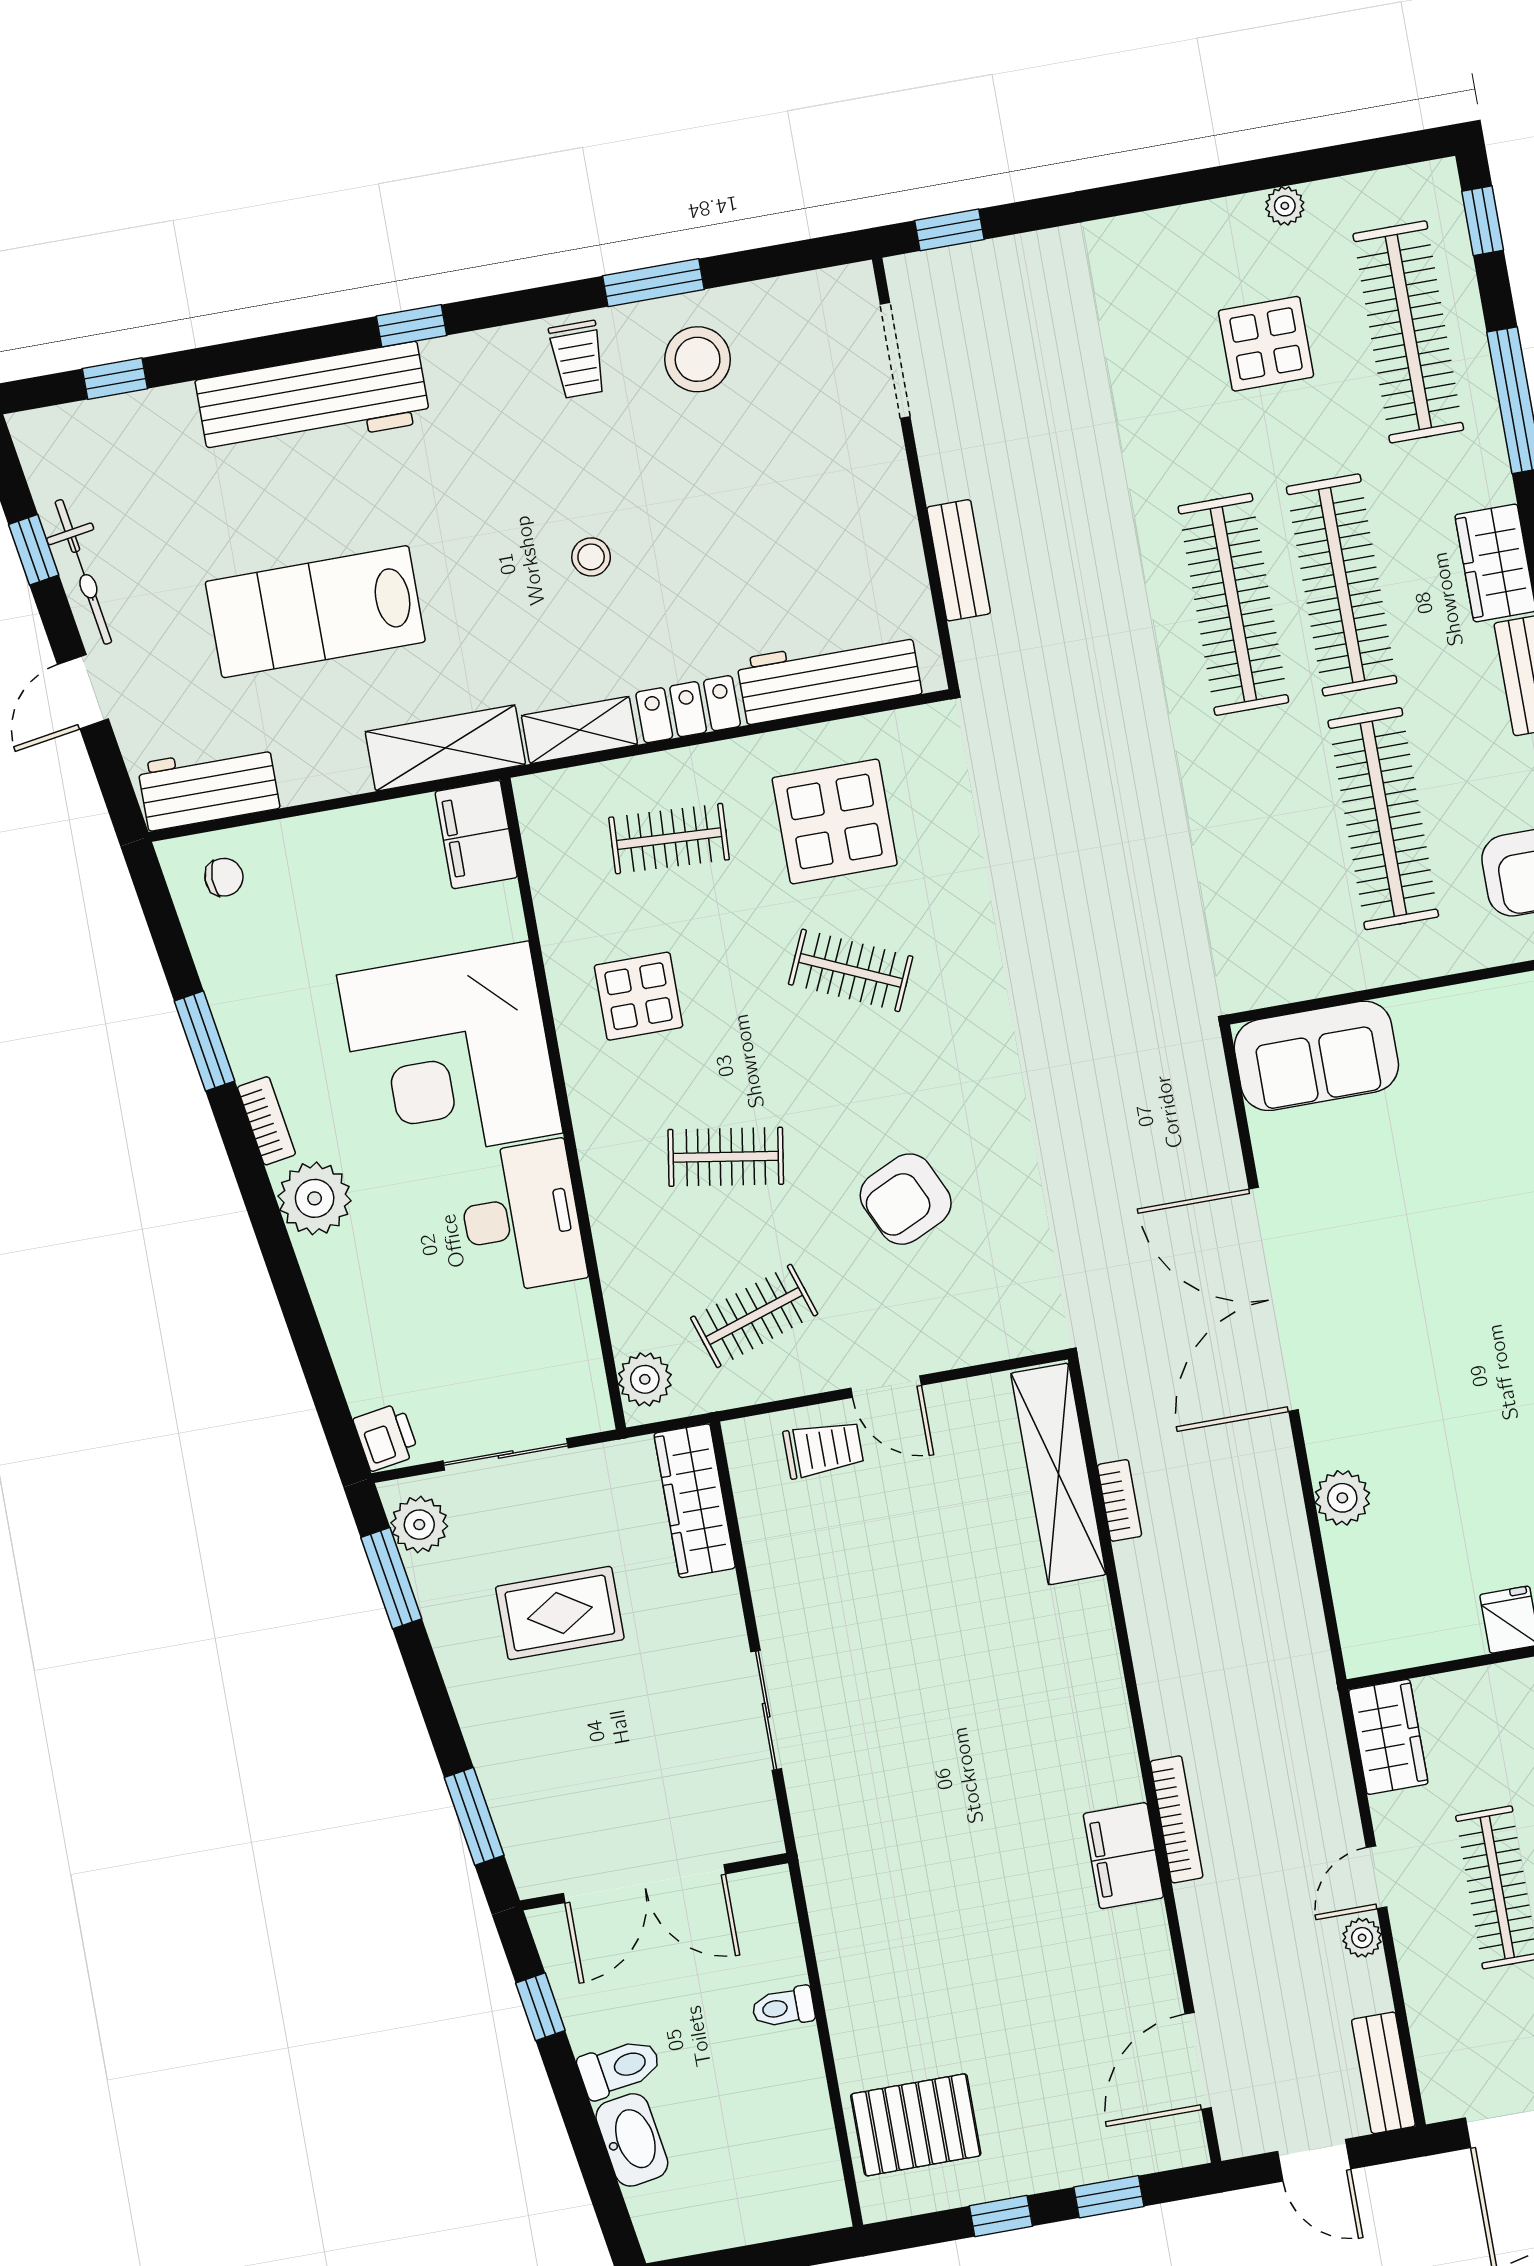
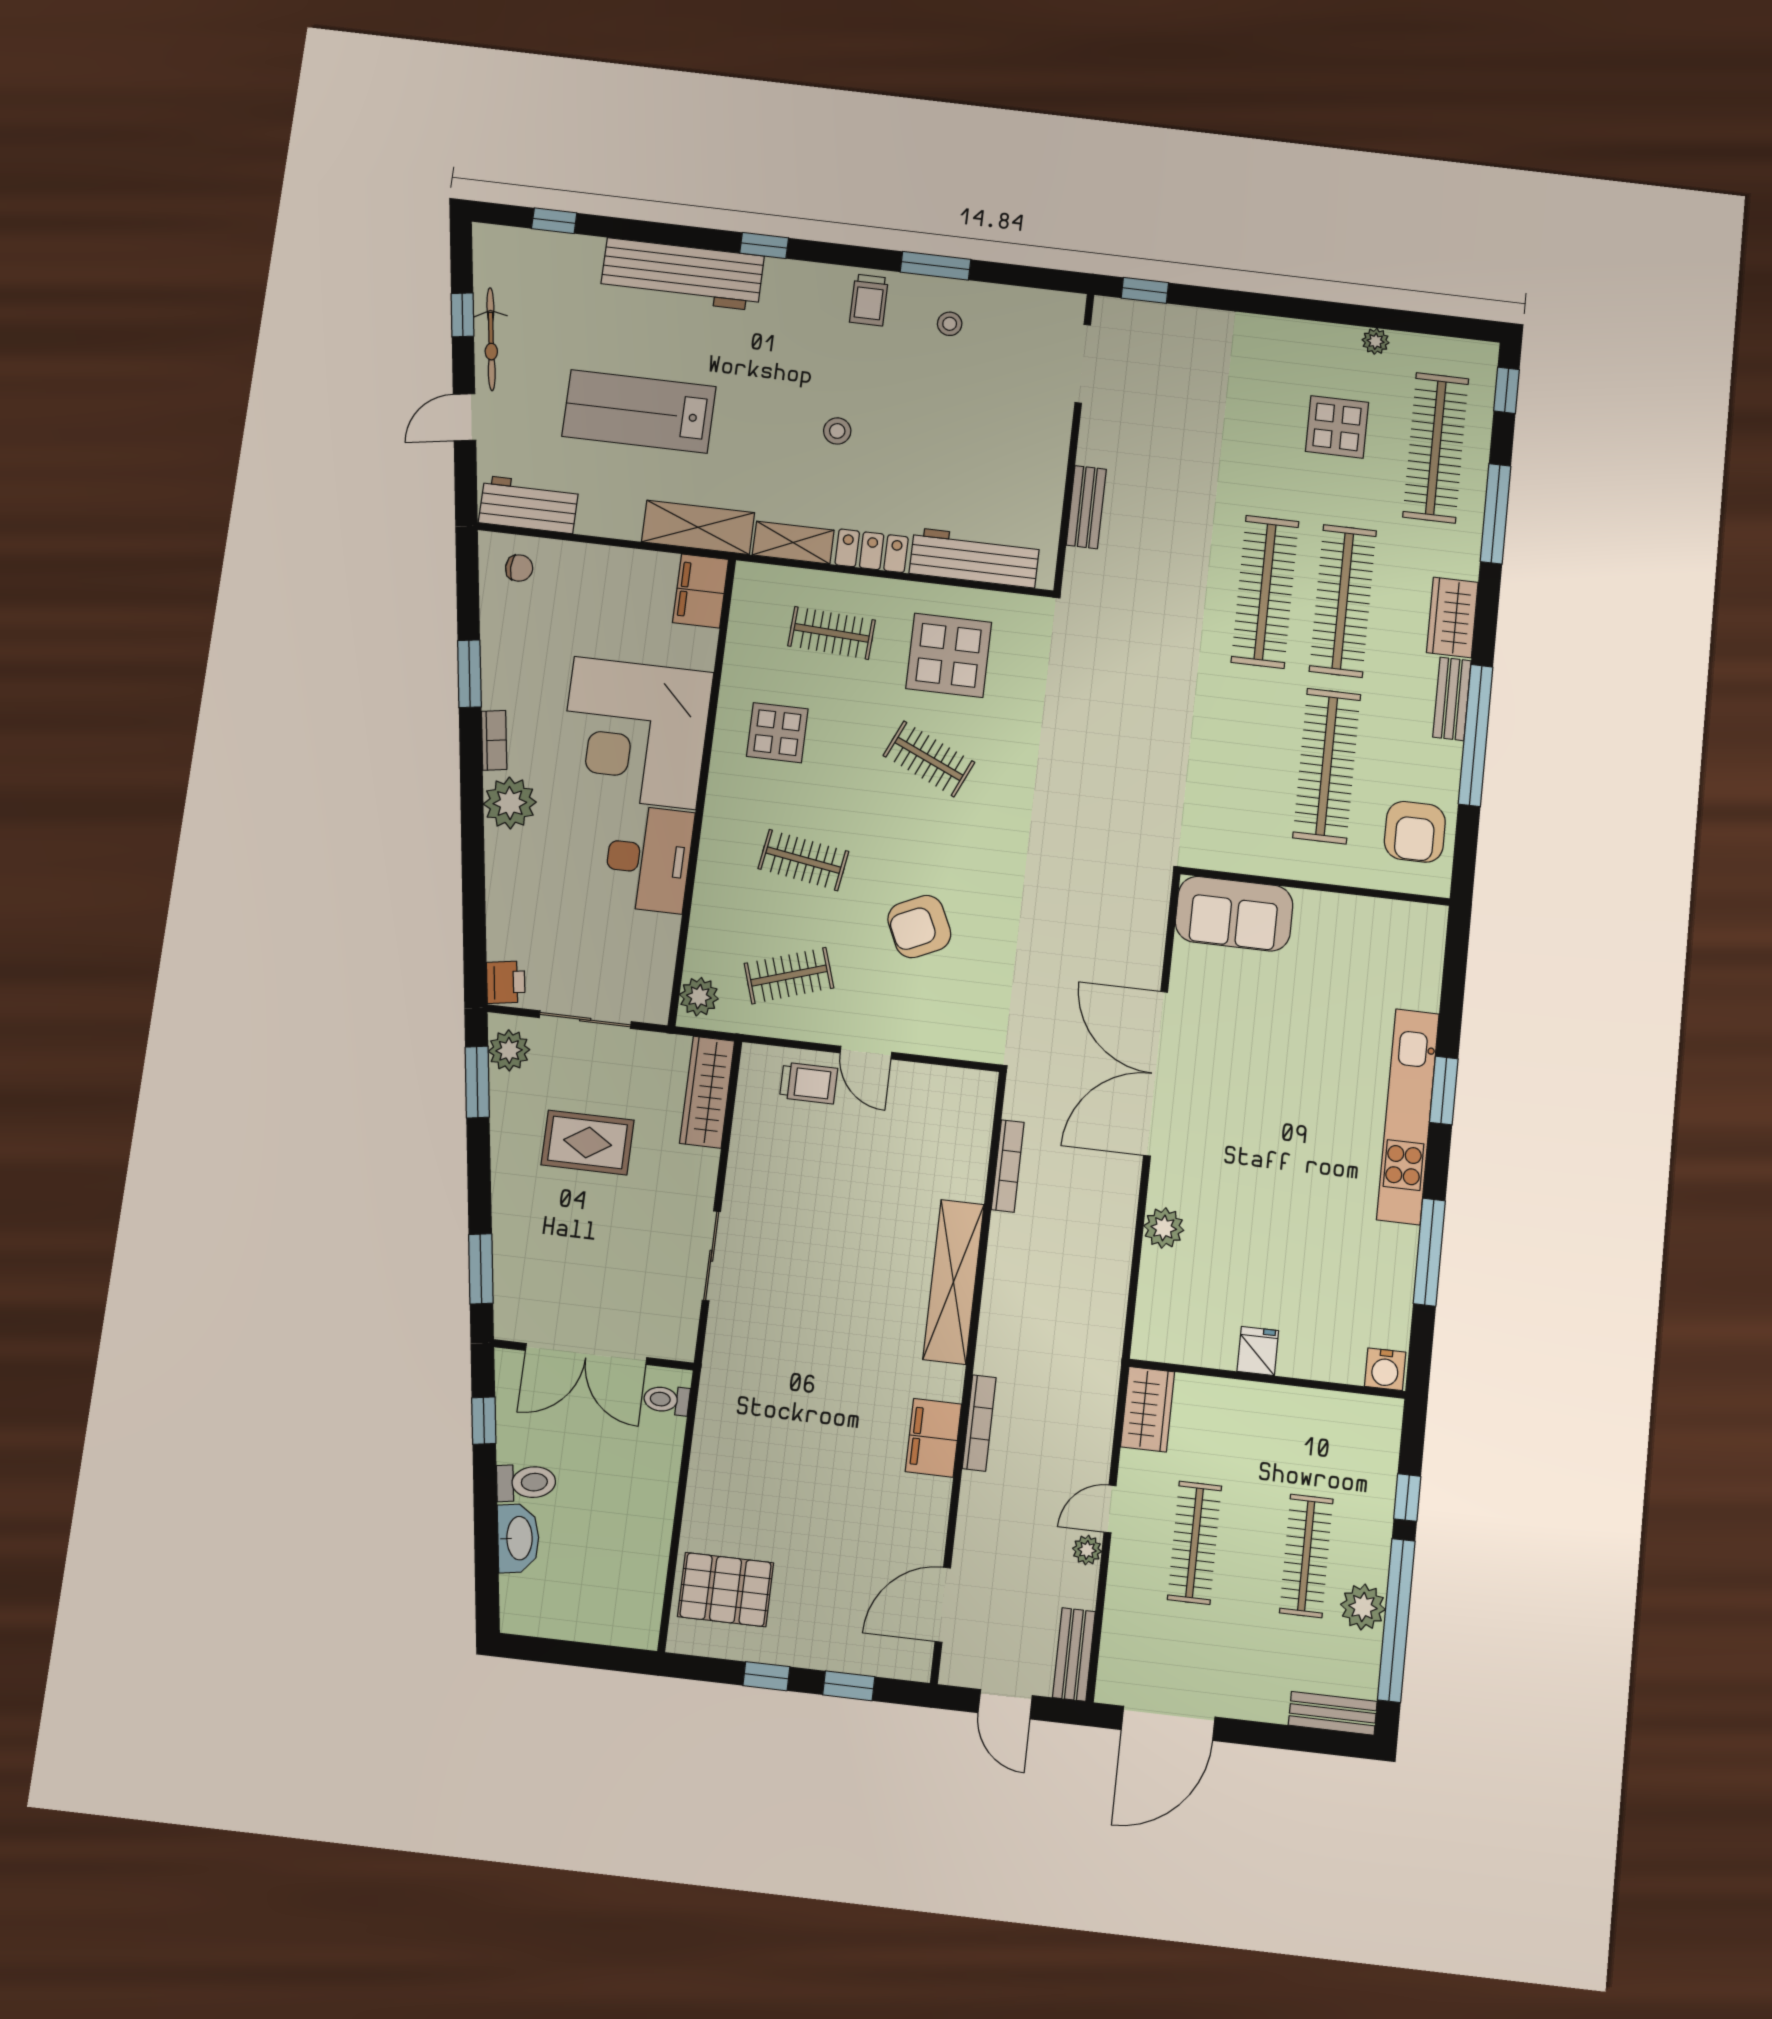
stool: (698, 359) -> (950, 324), width x0.53, depth x0.53
shelving: (1058, 1474) -> (953, 1282), moved
bookcase: (1119, 1500) -> (1008, 1166), width x1.56
toilet: (783, 2007) -> (667, 1400), moved

